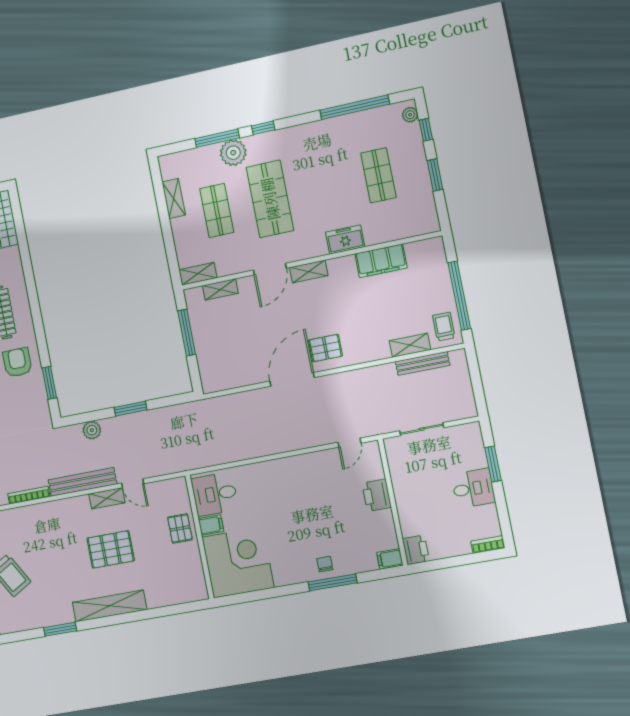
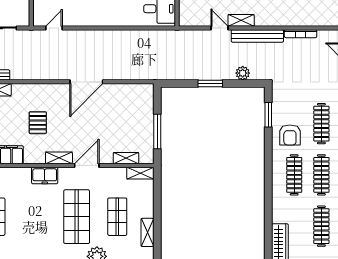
freezer: (345, 239) -> (45, 175), moved
pallet: (325, 348) -> (38, 123), moved, turned 90

